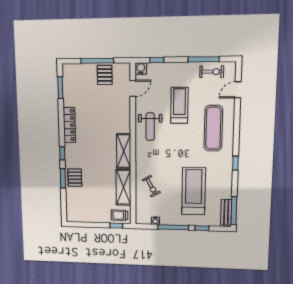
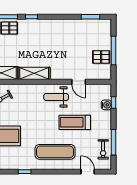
water cooler: (141, 68) -> (106, 105), moved
door: (133, 88) -> (79, 82), moved
treadmill: (179, 105) -> (75, 122), turned 180
locker: (69, 125) -> (57, 24), removed

